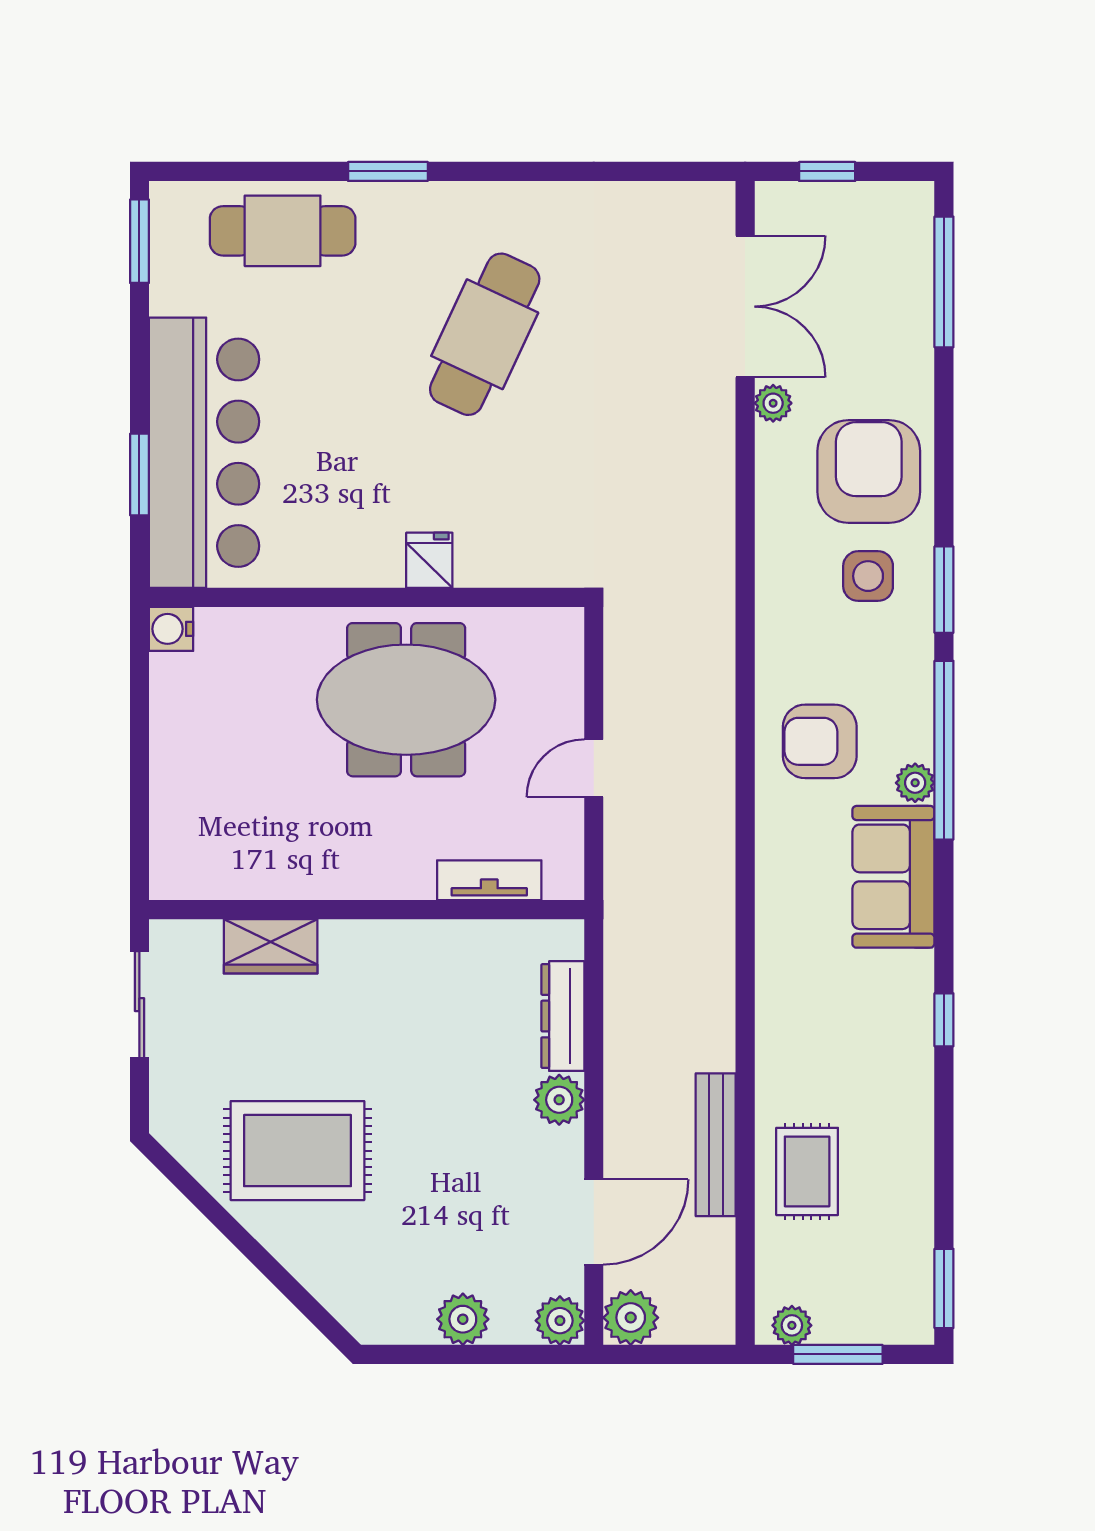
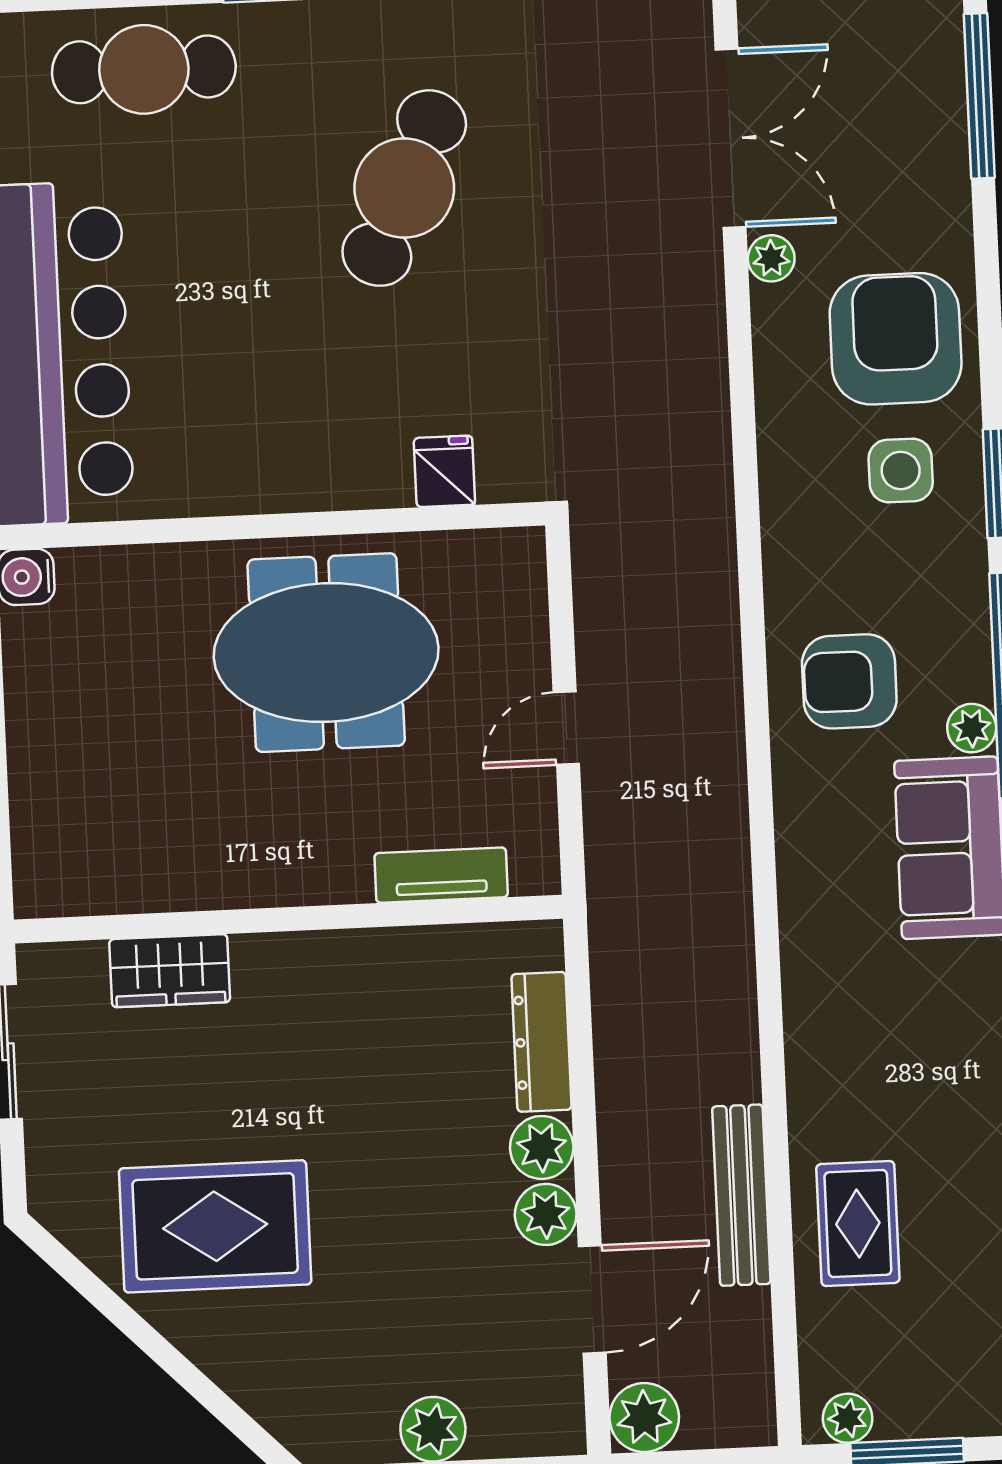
fridge: (429, 560) -> (444, 471), moved
plant: (560, 1321) -> (546, 1214), moved

